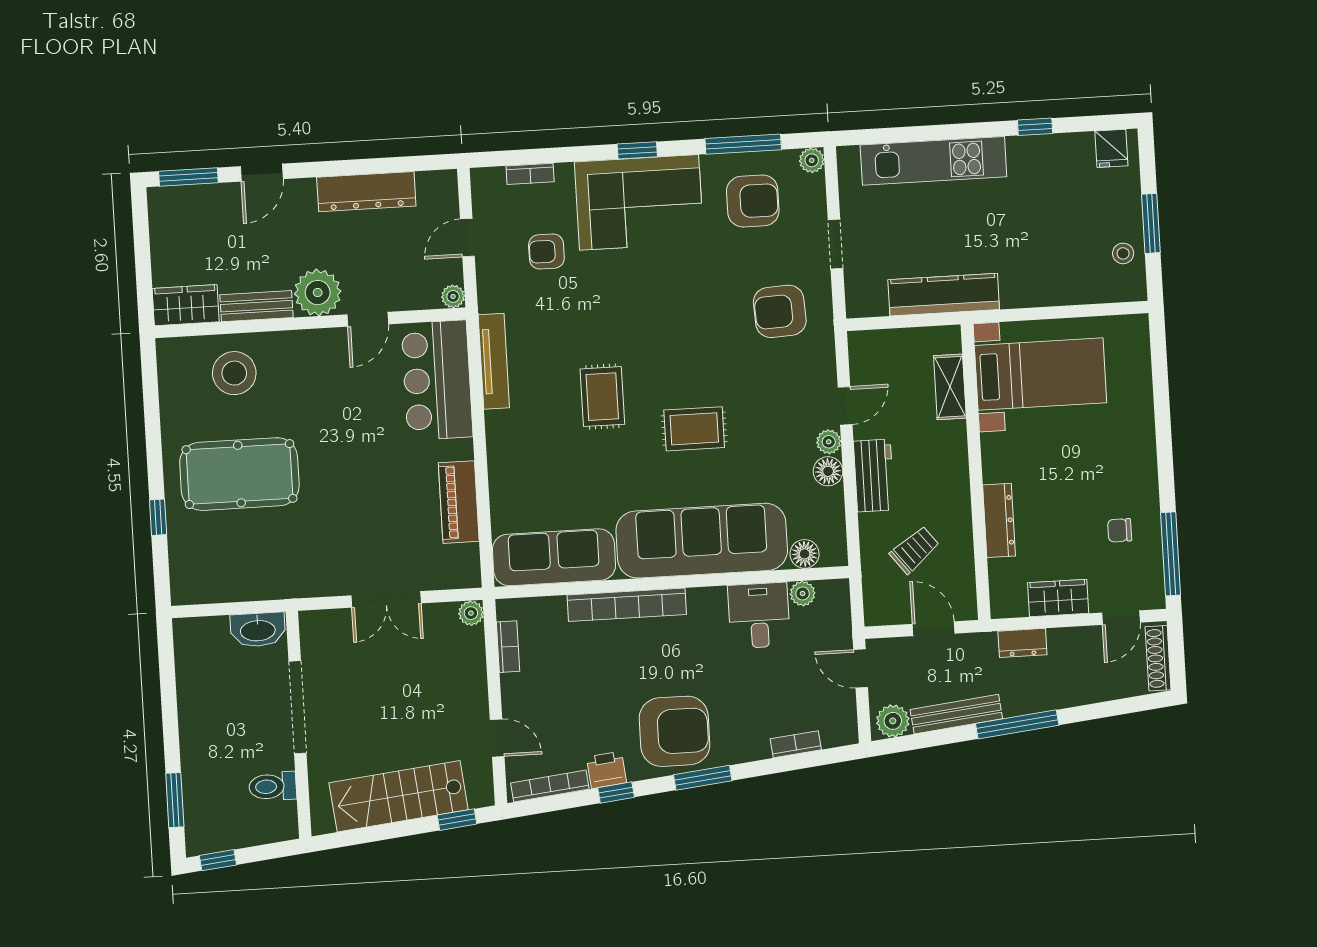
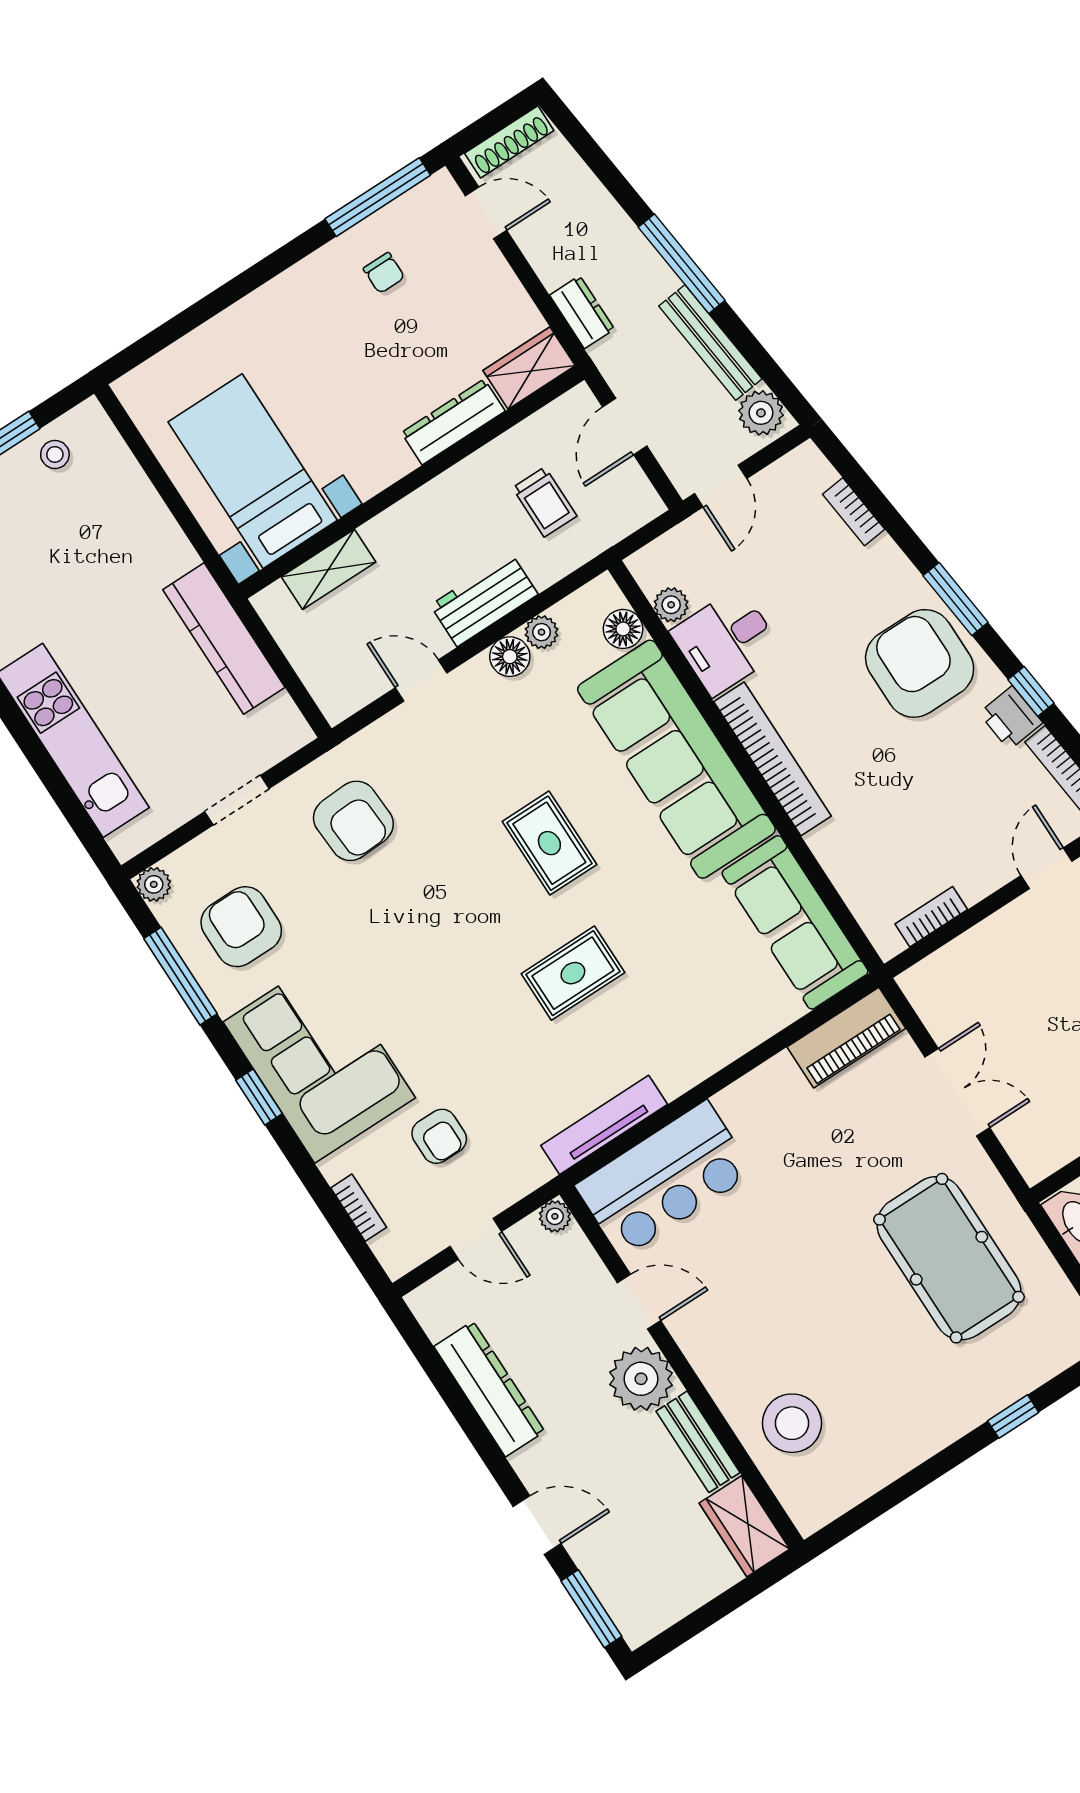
plant: (829, 442) -> (542, 632), moved
pool table: (239, 474) -> (949, 1258), moved
piano: (459, 502) -> (846, 1038), moved
trolley: (915, 550) -> (545, 502), turned -142
wardrobe: (1058, 598) -> (529, 368), moved, turned 90
bookcase: (627, 605) -> (772, 759), moved
plant: (471, 613) -> (917, 983), removed

